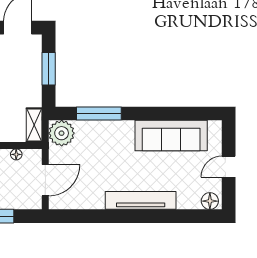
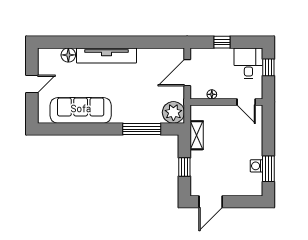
window: (49, 69) -> (184, 167), width x0.67
shelving: (34, 125) -> (197, 135), moved
floor lamp: (210, 201) -> (68, 55), moved

